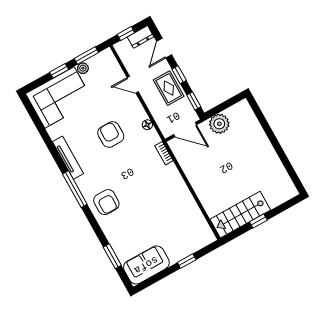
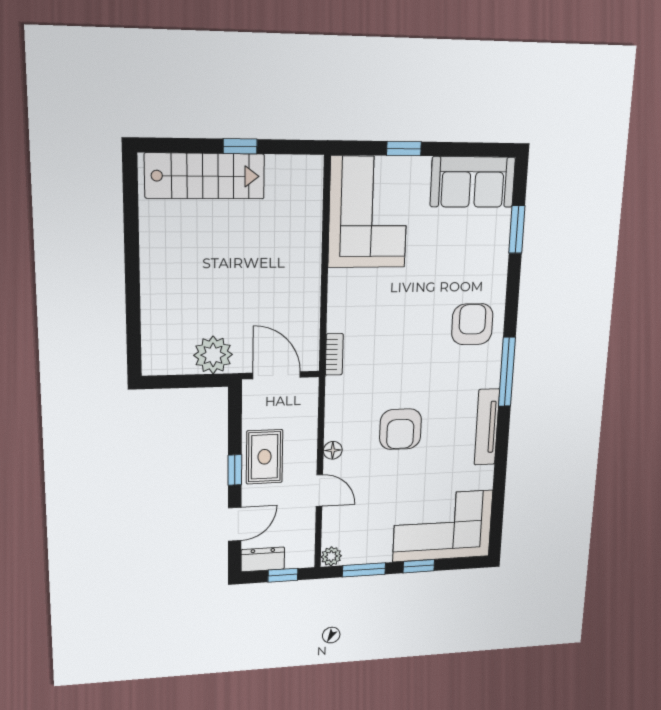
plant: (83, 68) -> (331, 556), moved
window: (194, 101) -> (235, 415), removed
floor lamp: (147, 125) -> (333, 450), moved
stairs: (240, 215) -> (205, 176), moved
corner sofa: (186, 225) -> (368, 212), added

